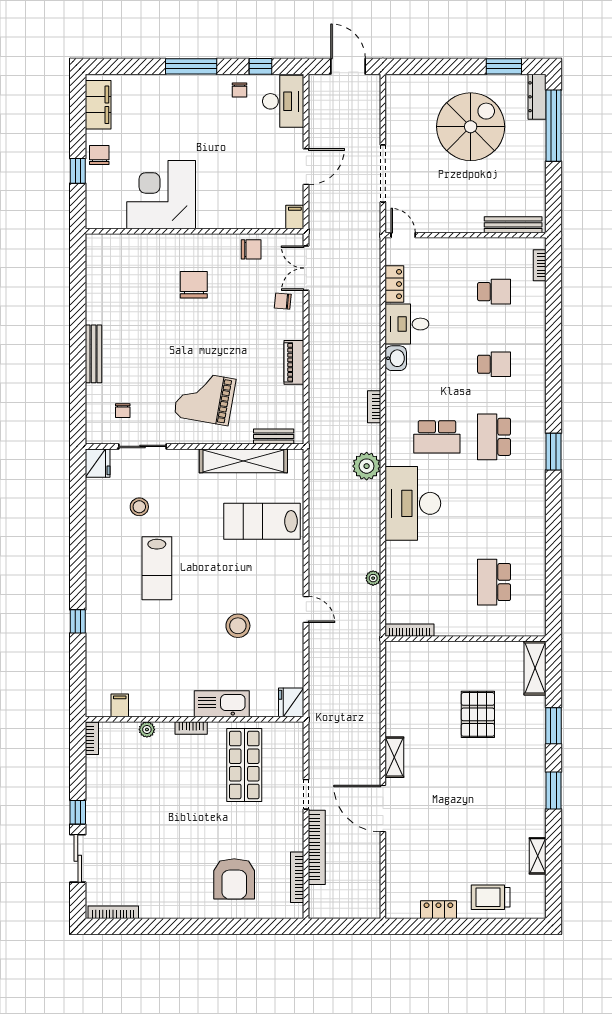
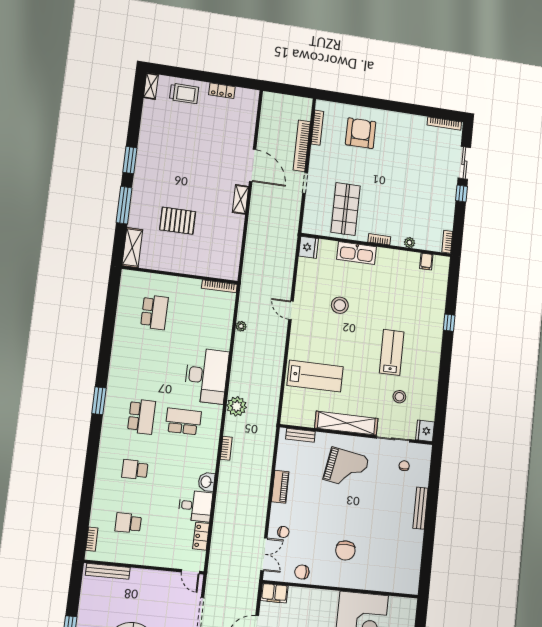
filing cabinet: (295, 217) -> (274, 593), width x2.00
shelving: (243, 461) -> (346, 423), moved
pallet: (478, 714) -> (178, 221), turned 90
window: (553, 726) -> (124, 205), width x1.44
shelving: (538, 856) -> (151, 86), moved

